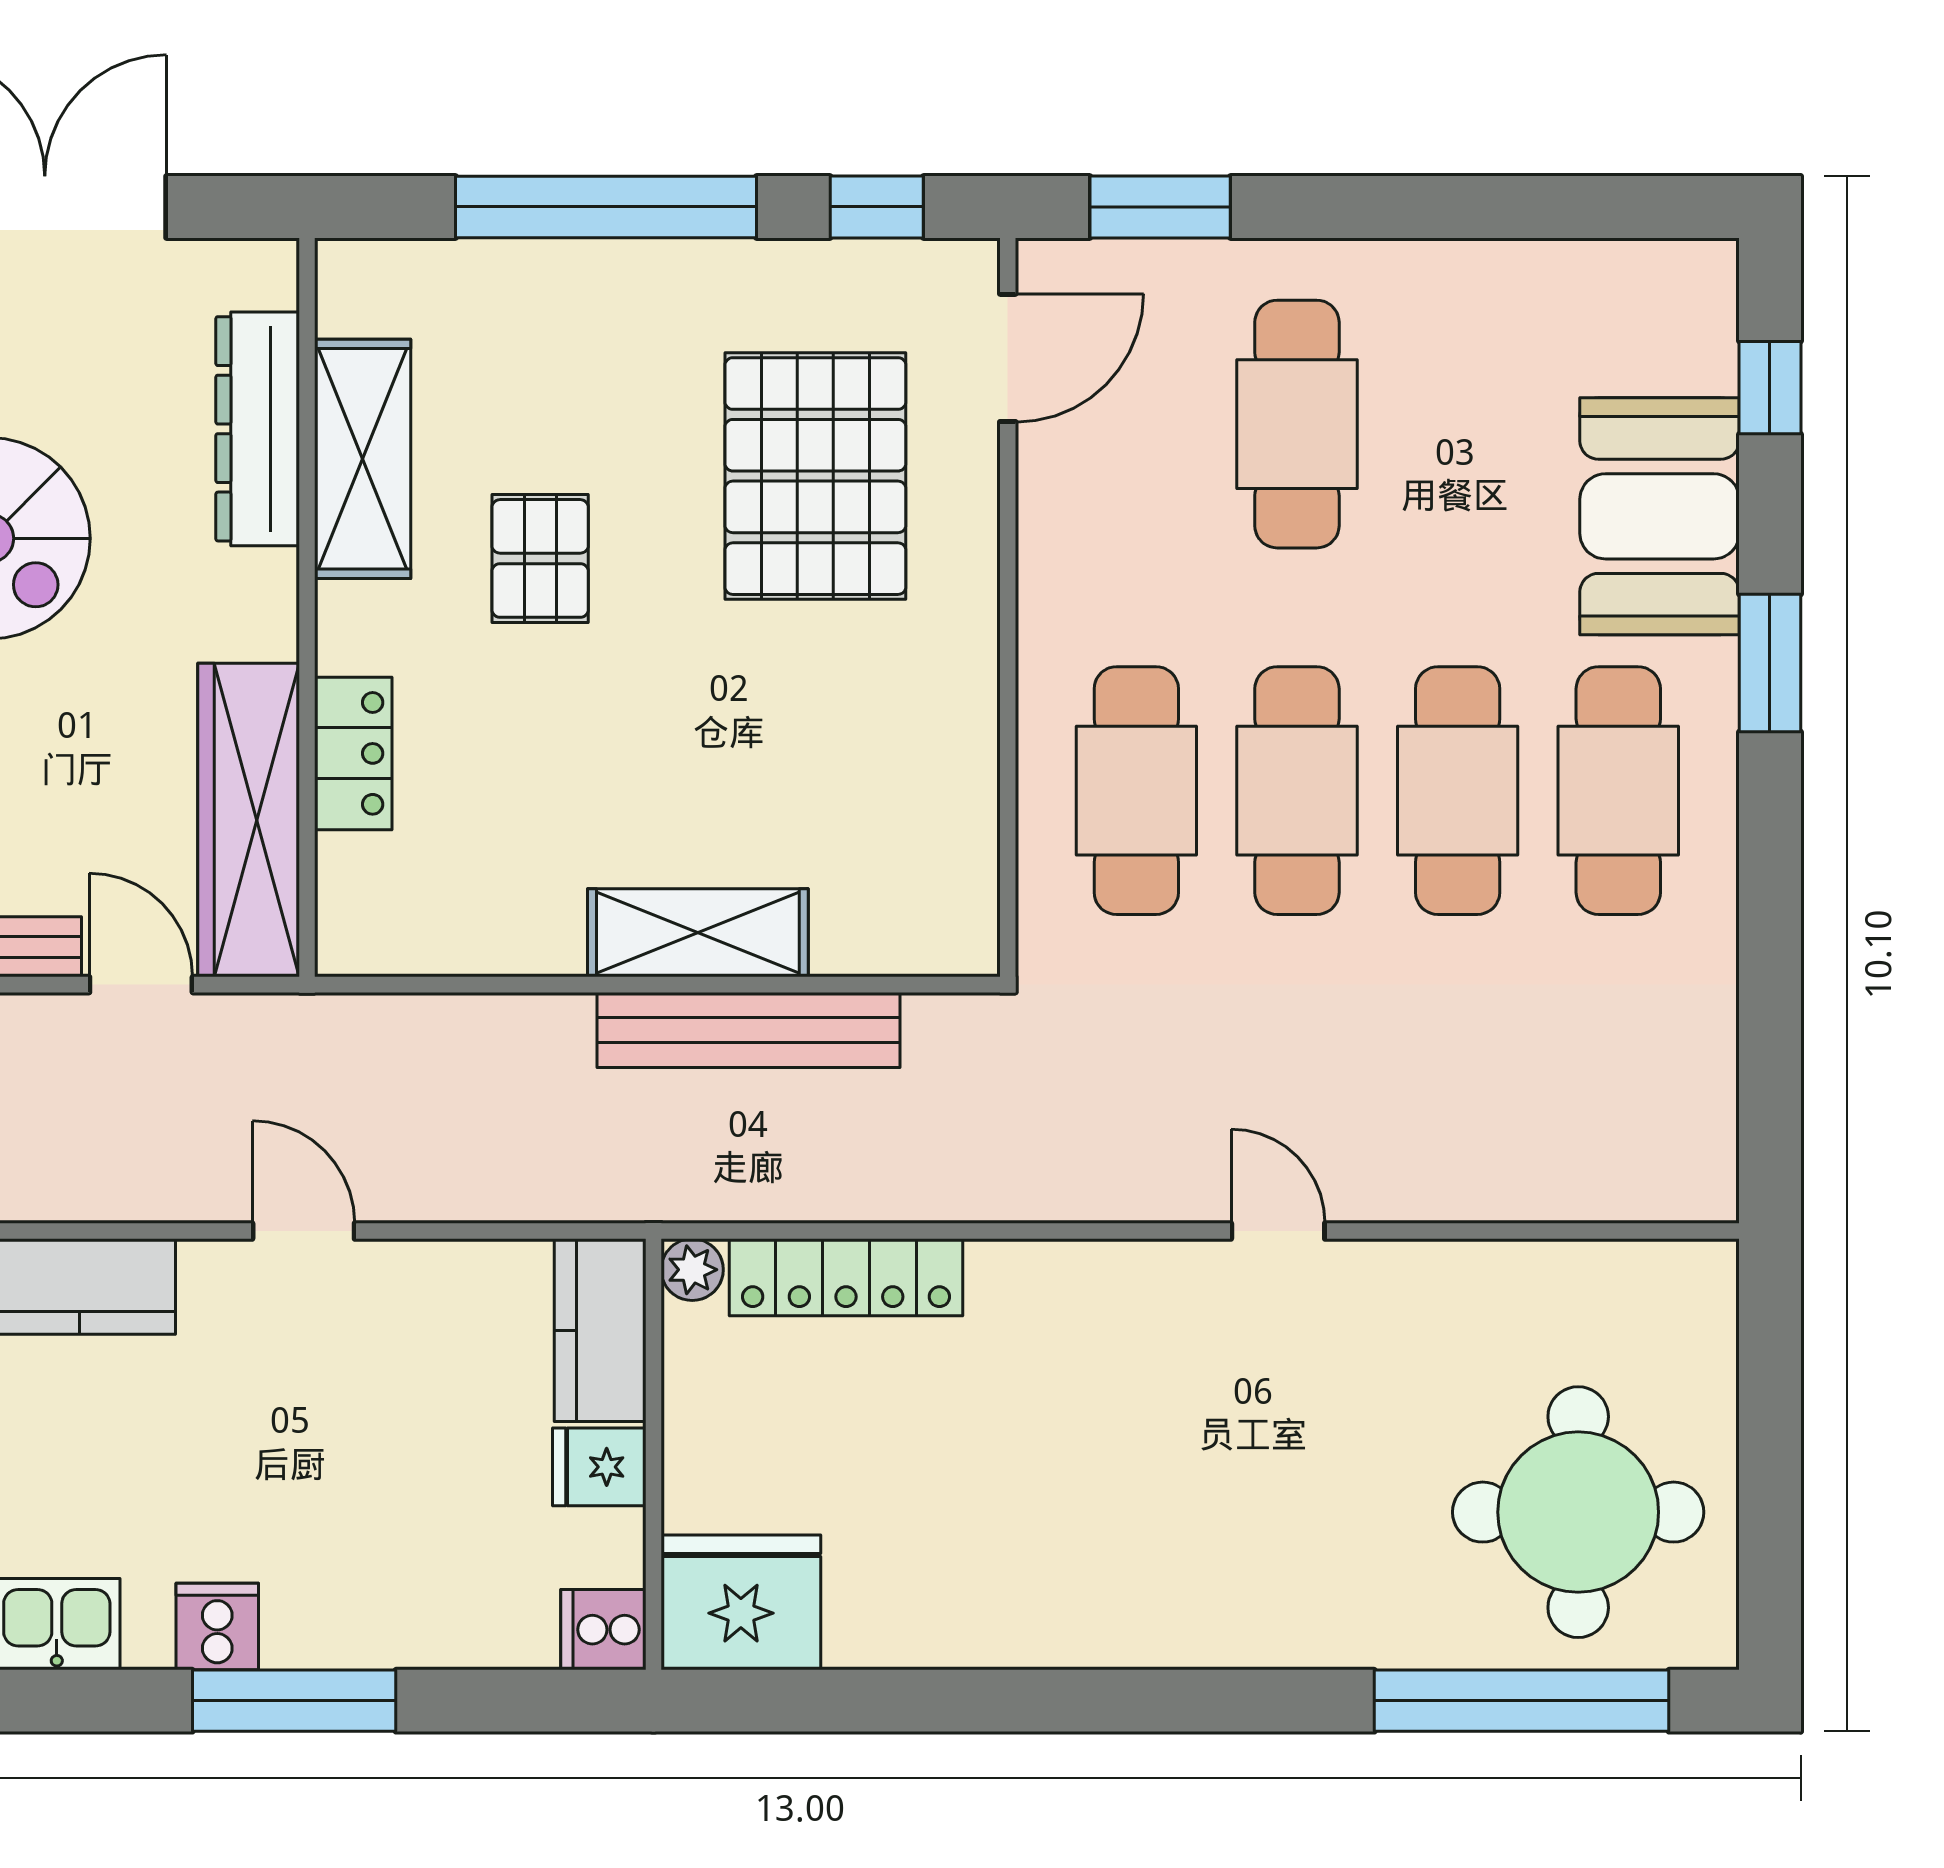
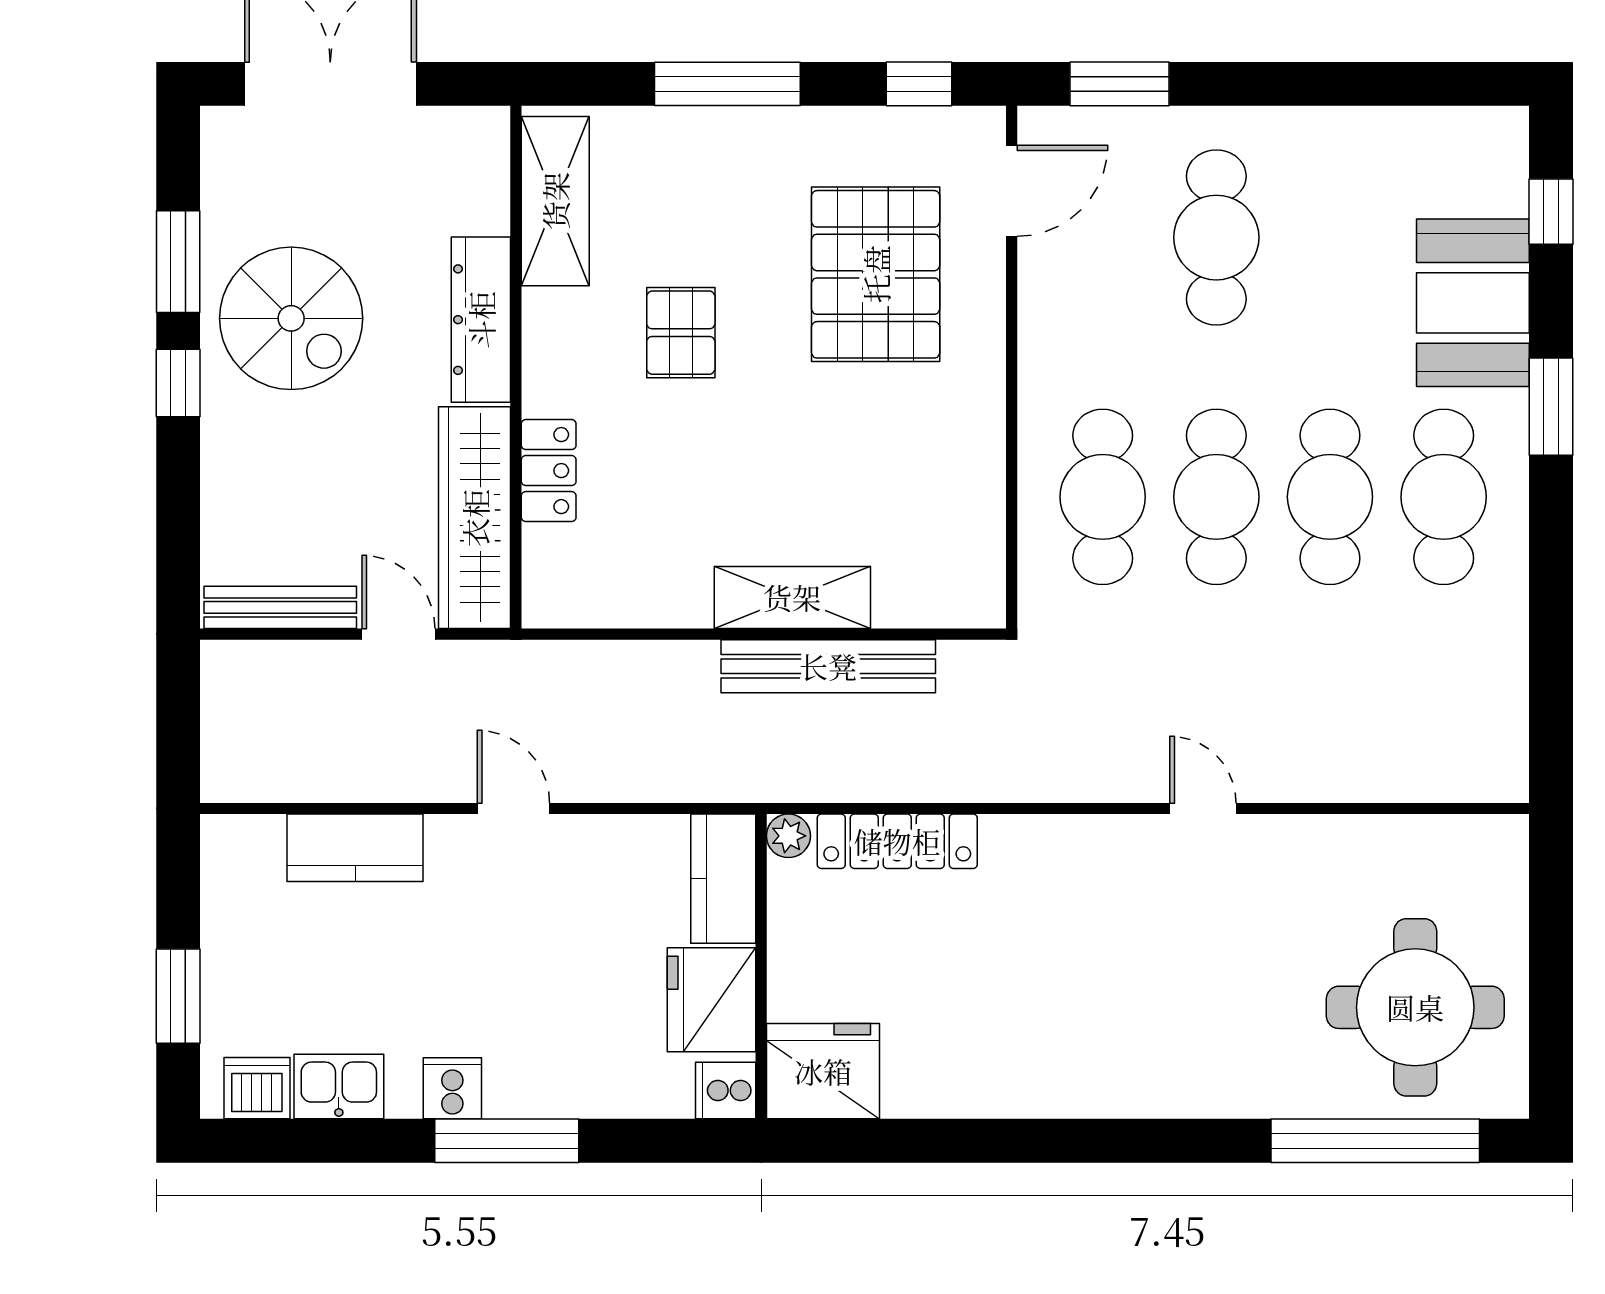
window: (606, 207) -> (727, 84), width x0.68
dresser: (258, 429) -> (481, 320), moved
shelving: (363, 459) -> (555, 201), moved
fridge: (599, 1467) -> (712, 1000), width x1.88, depth x1.34

